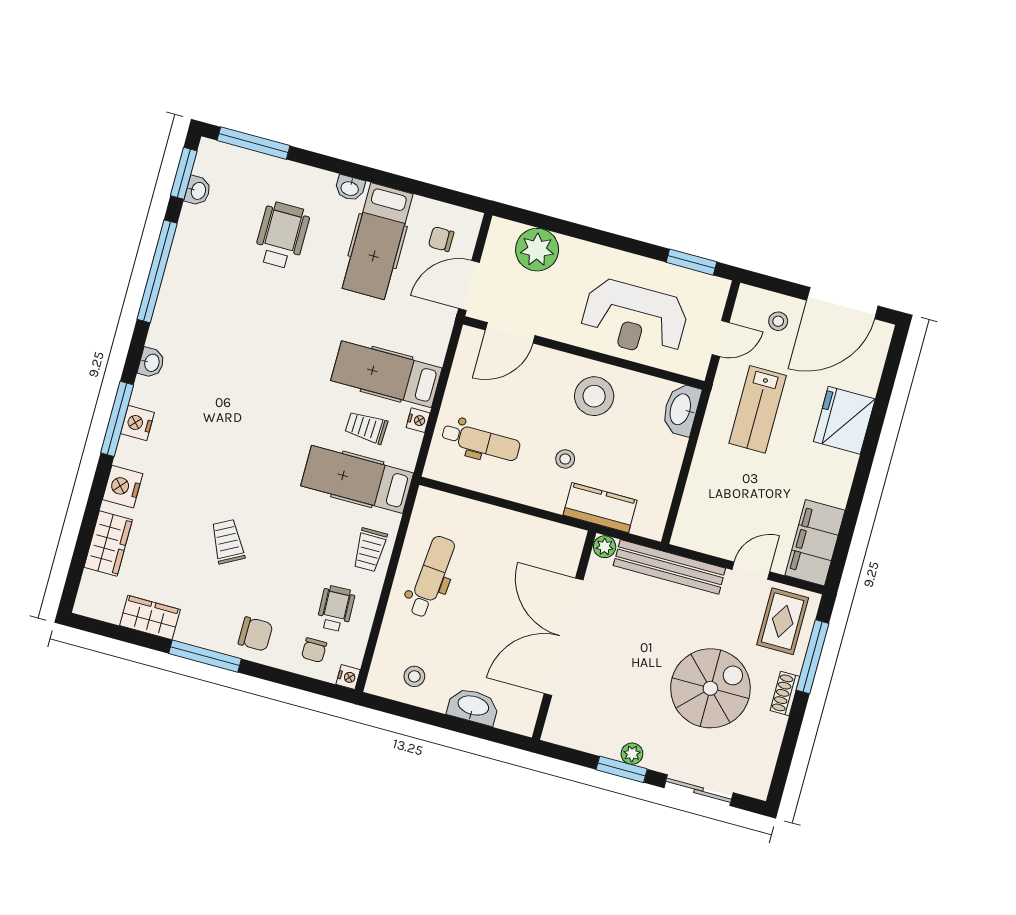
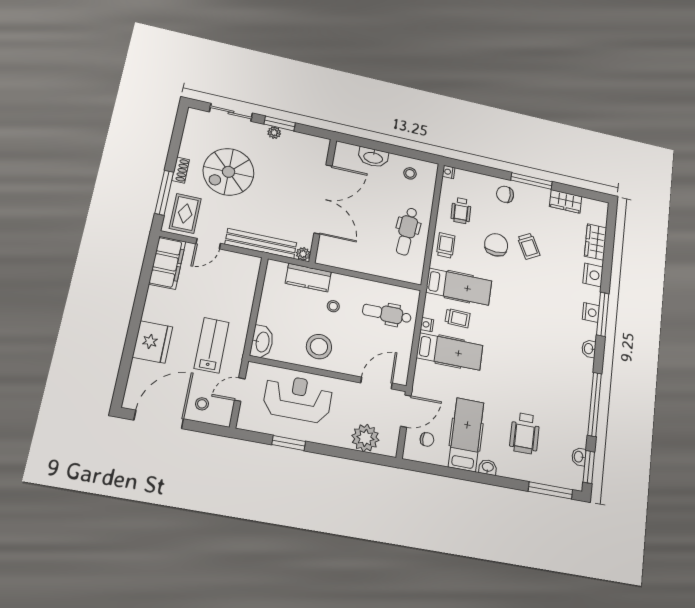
window: (691, 262) -> (289, 443), moved
chair: (314, 650) -> (496, 245), moved, width x1.87, depth x1.87

